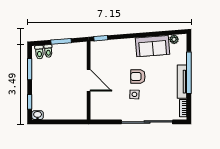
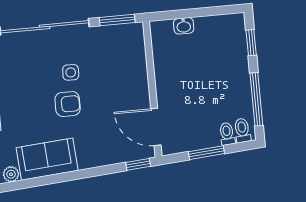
window: (30, 69) -> (256, 99), width x1.44
door: (89, 80) -> (156, 127), moved
washbasin: (38, 115) -> (184, 26), moved
window: (105, 122) -> (117, 20), added

